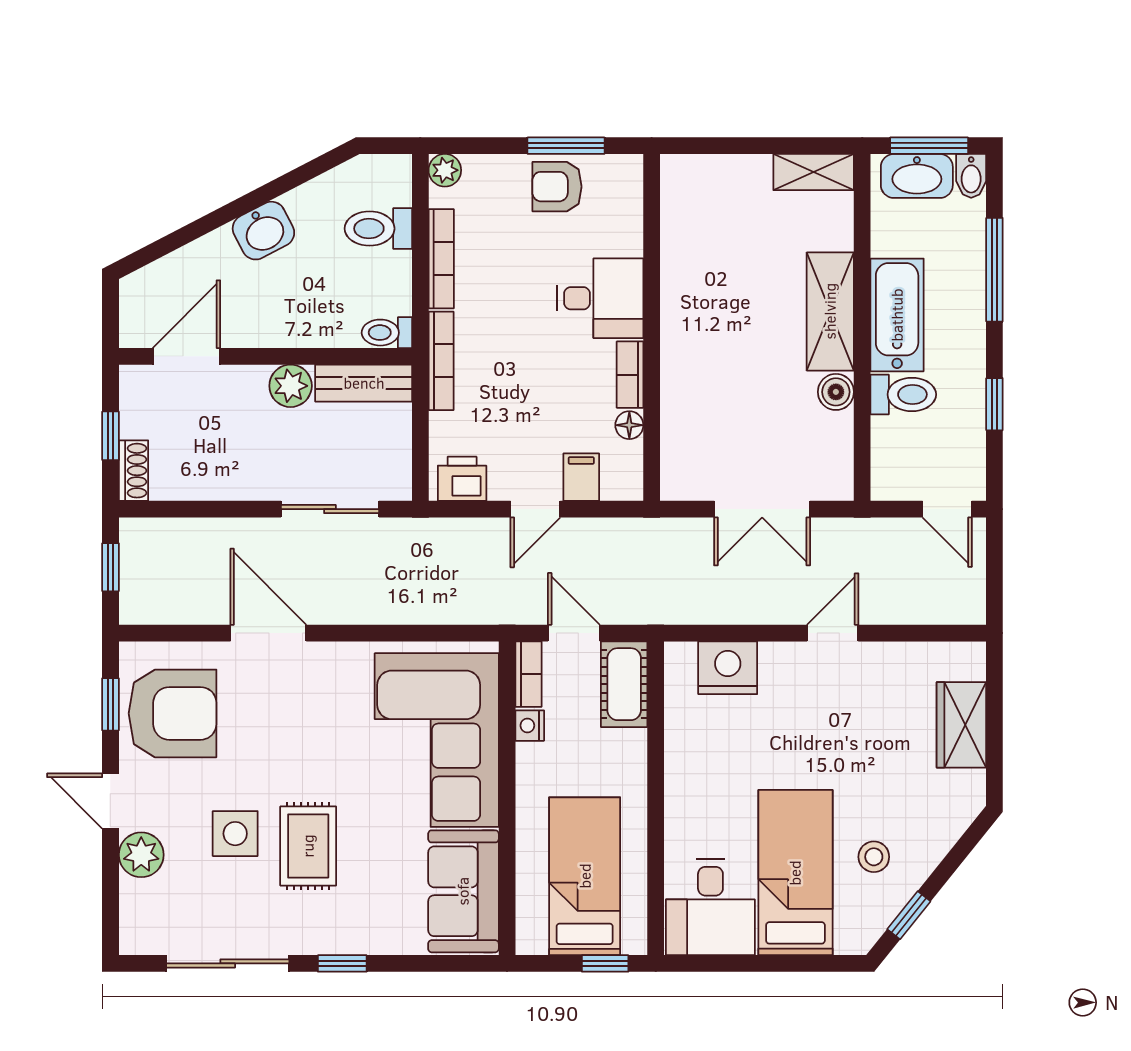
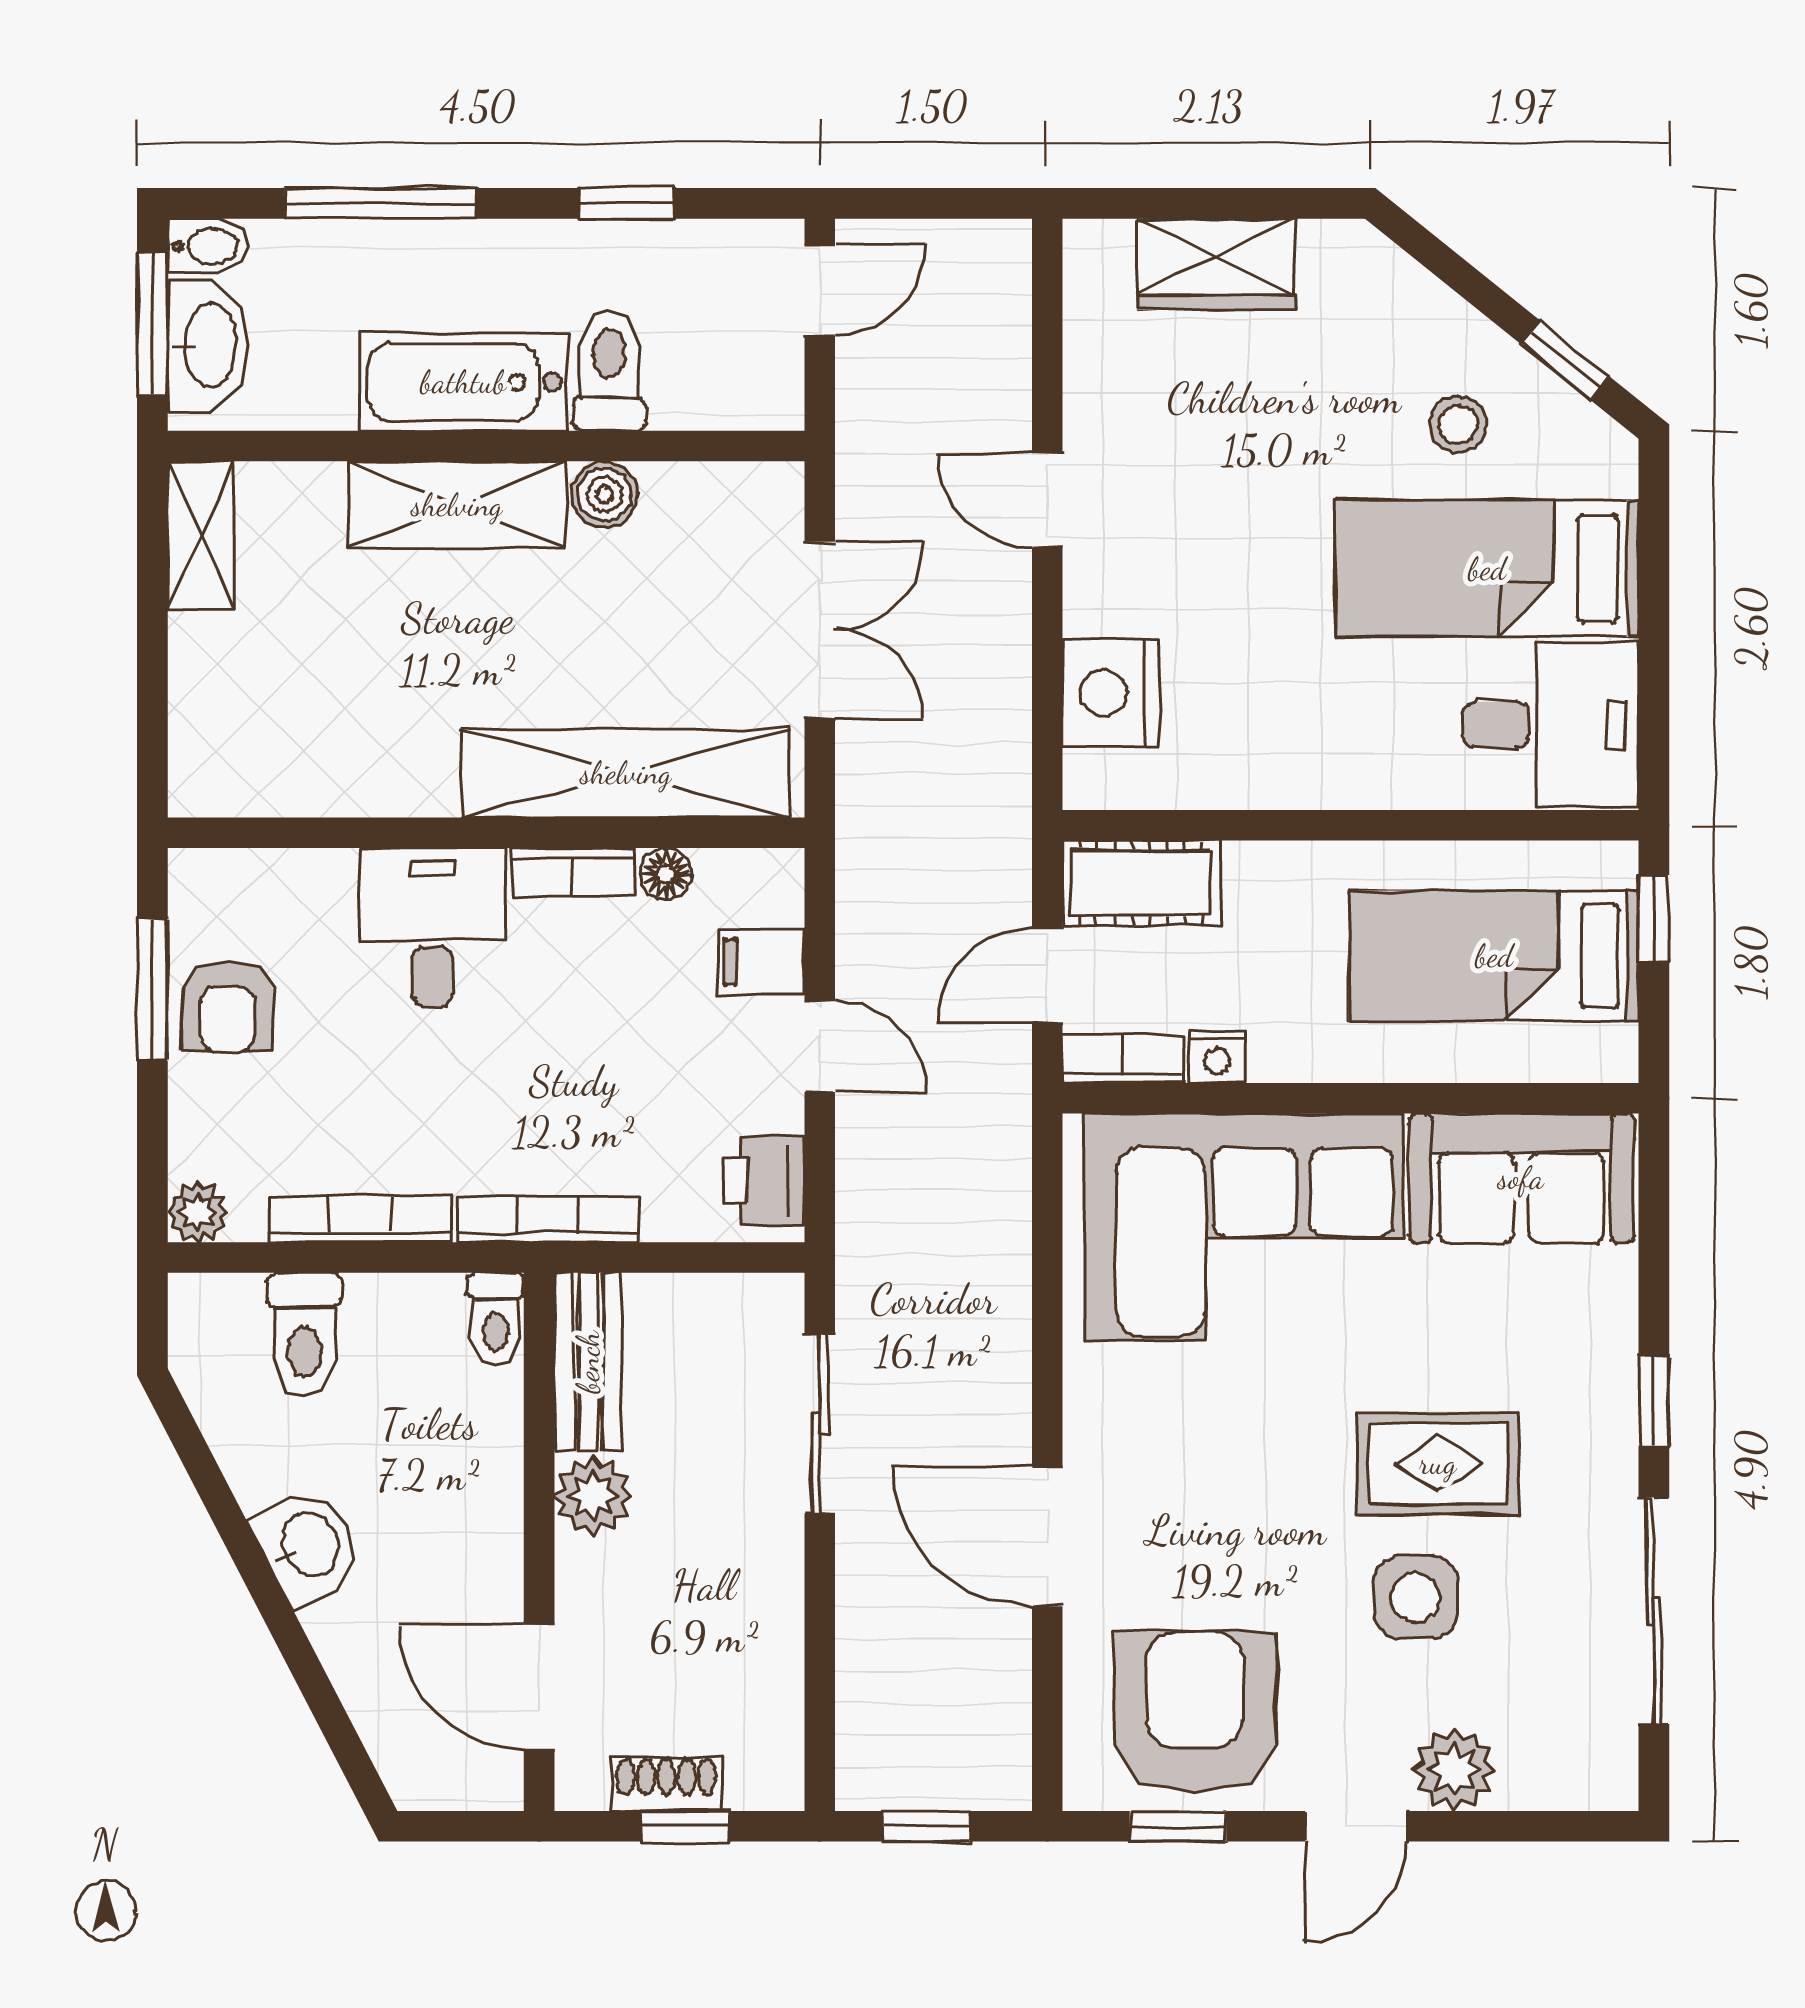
shelving: (684, 403) -> (626, 773), added
shoe rack: (133, 471) -> (666, 1784), moved
door: (268, 633) -> (1047, 1536), hinge flipped

